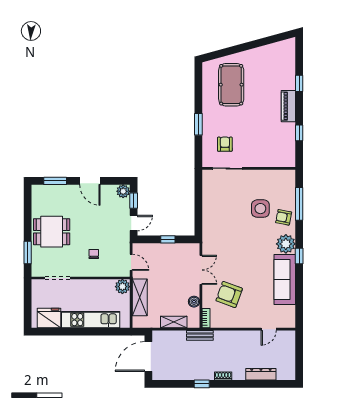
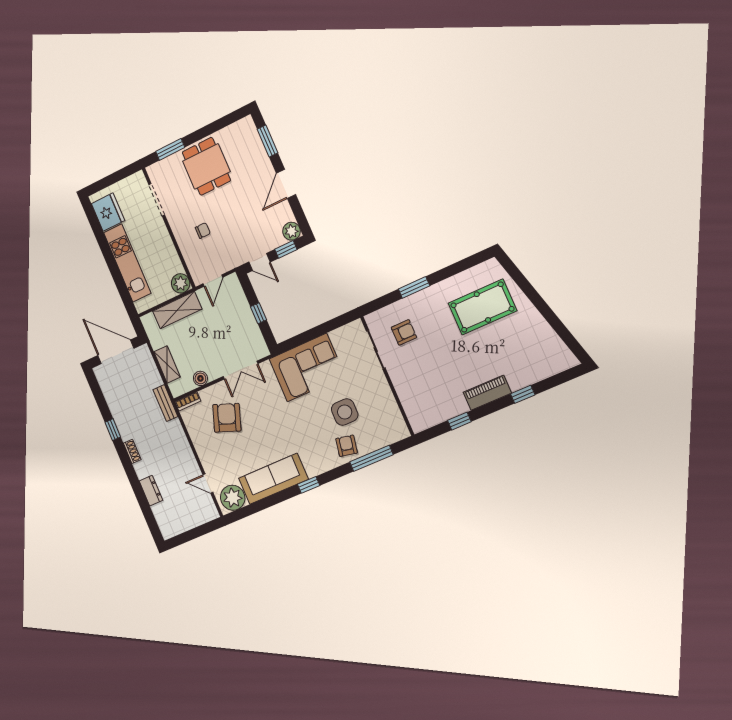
corner sofa: (219, 222) -> (307, 367), added
plant: (286, 244) -> (233, 498), moved
dresser: (261, 374) -> (151, 491), width x0.70

